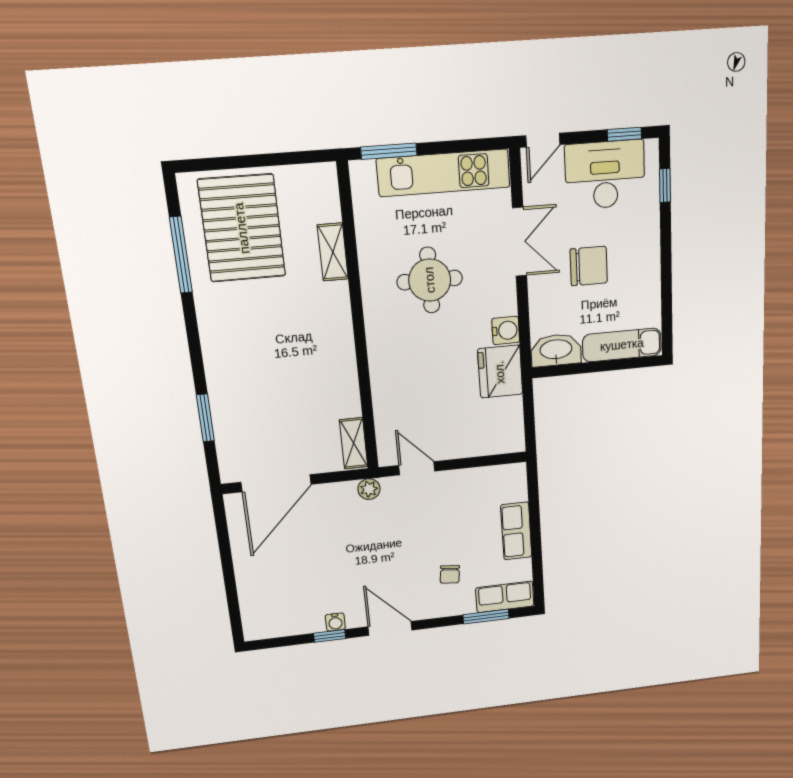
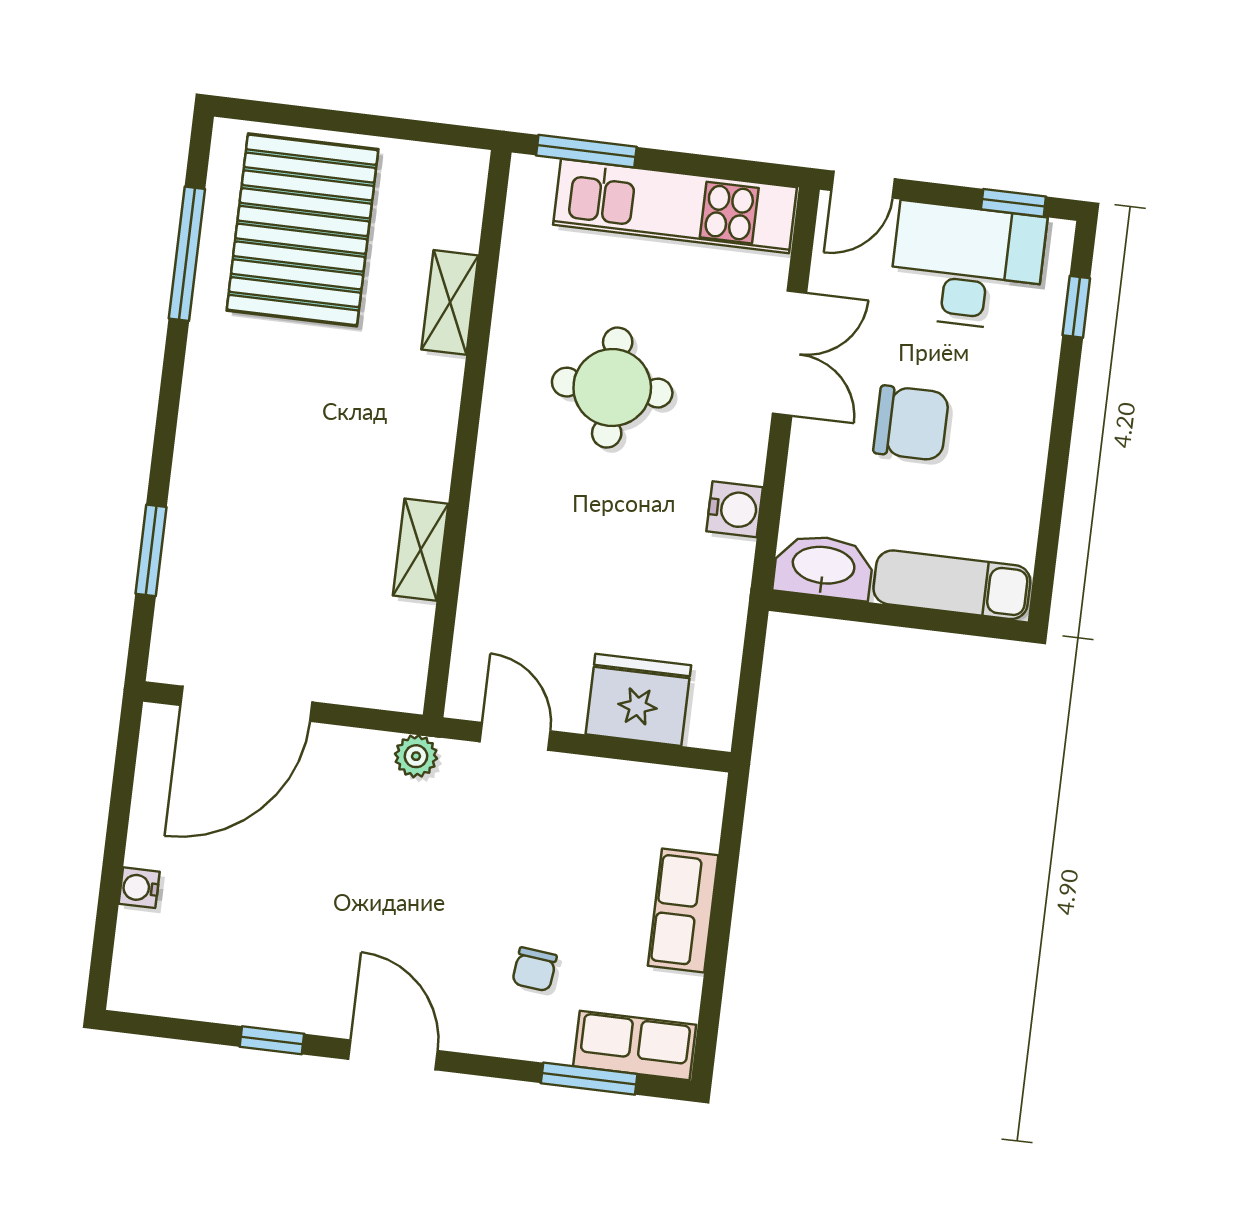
fridge: (500, 372) -> (638, 700), moved, turned 90
shelving: (354, 443) -> (421, 550), moved
water cooler: (335, 622) -> (139, 888), moved, turned 90

